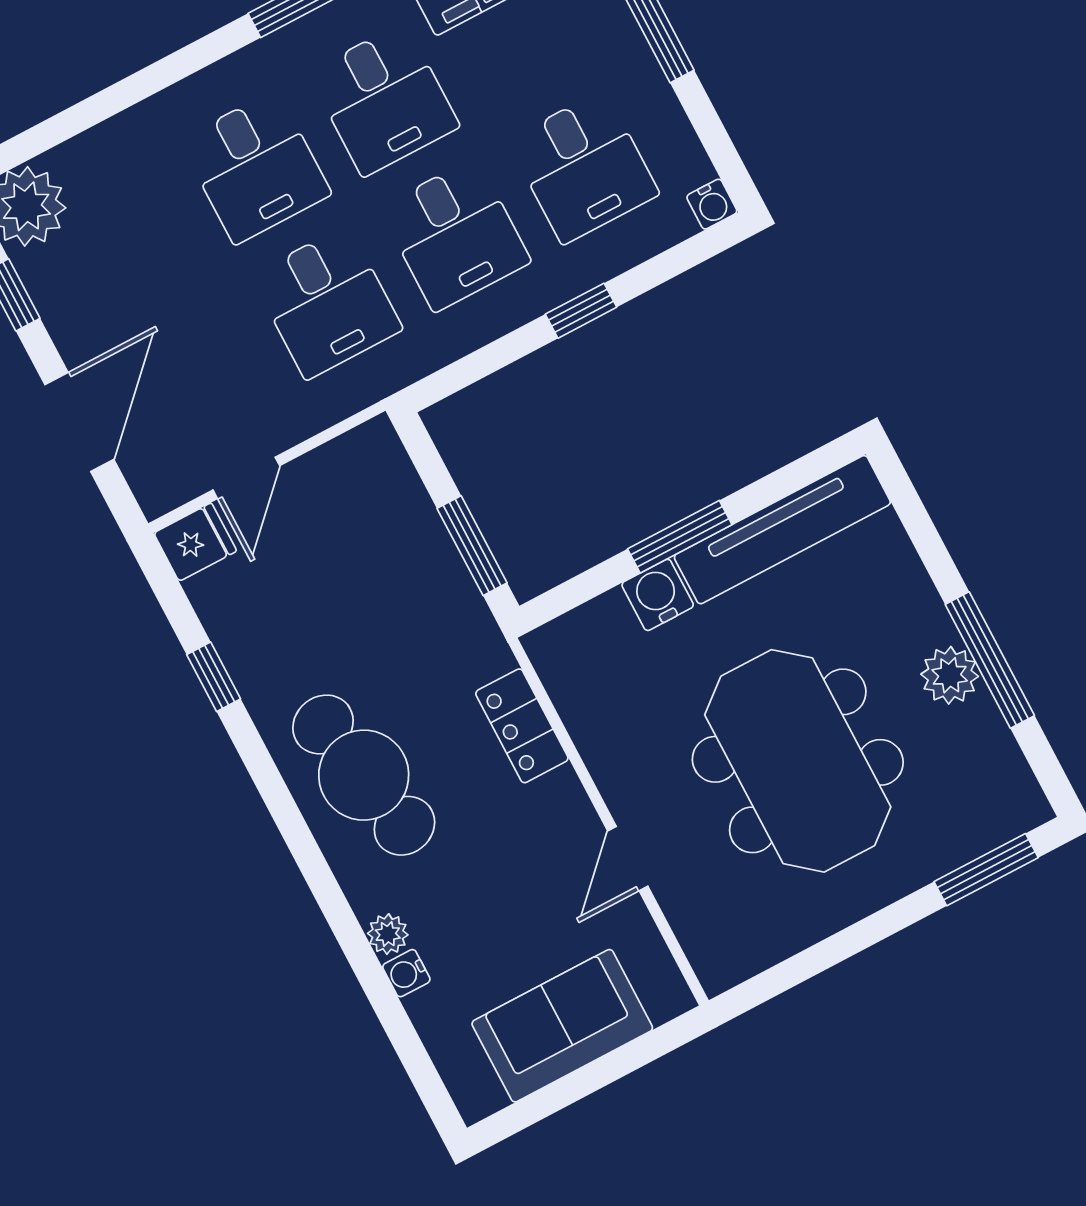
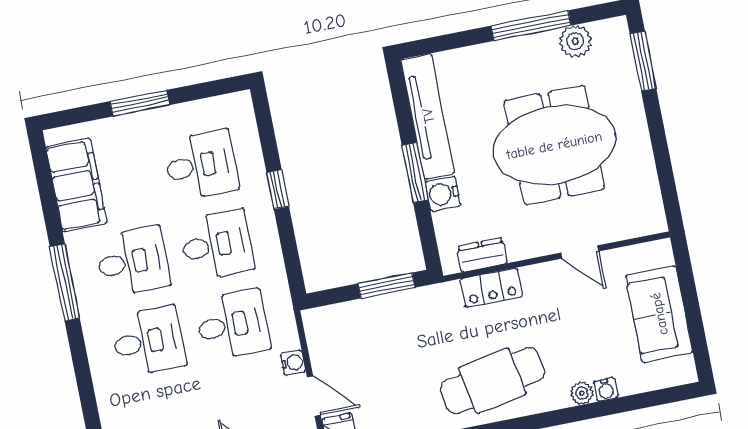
water cooler: (712, 204) -> (293, 363), moved
plant: (950, 675) -> (575, 41), moved
dresser: (573, 693) -> (482, 255), added

